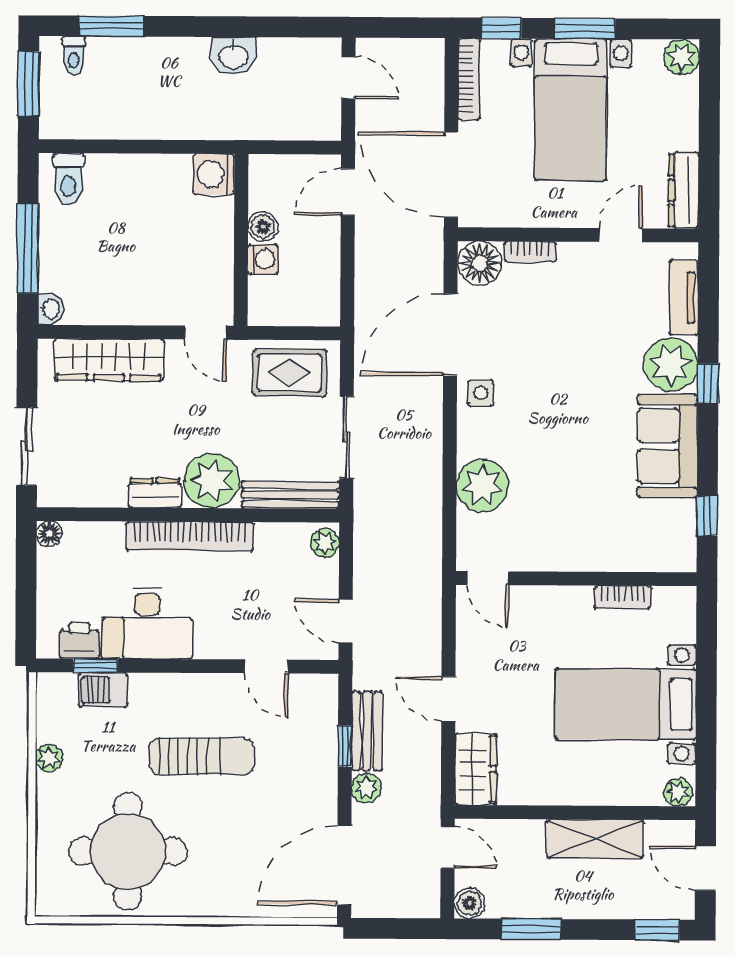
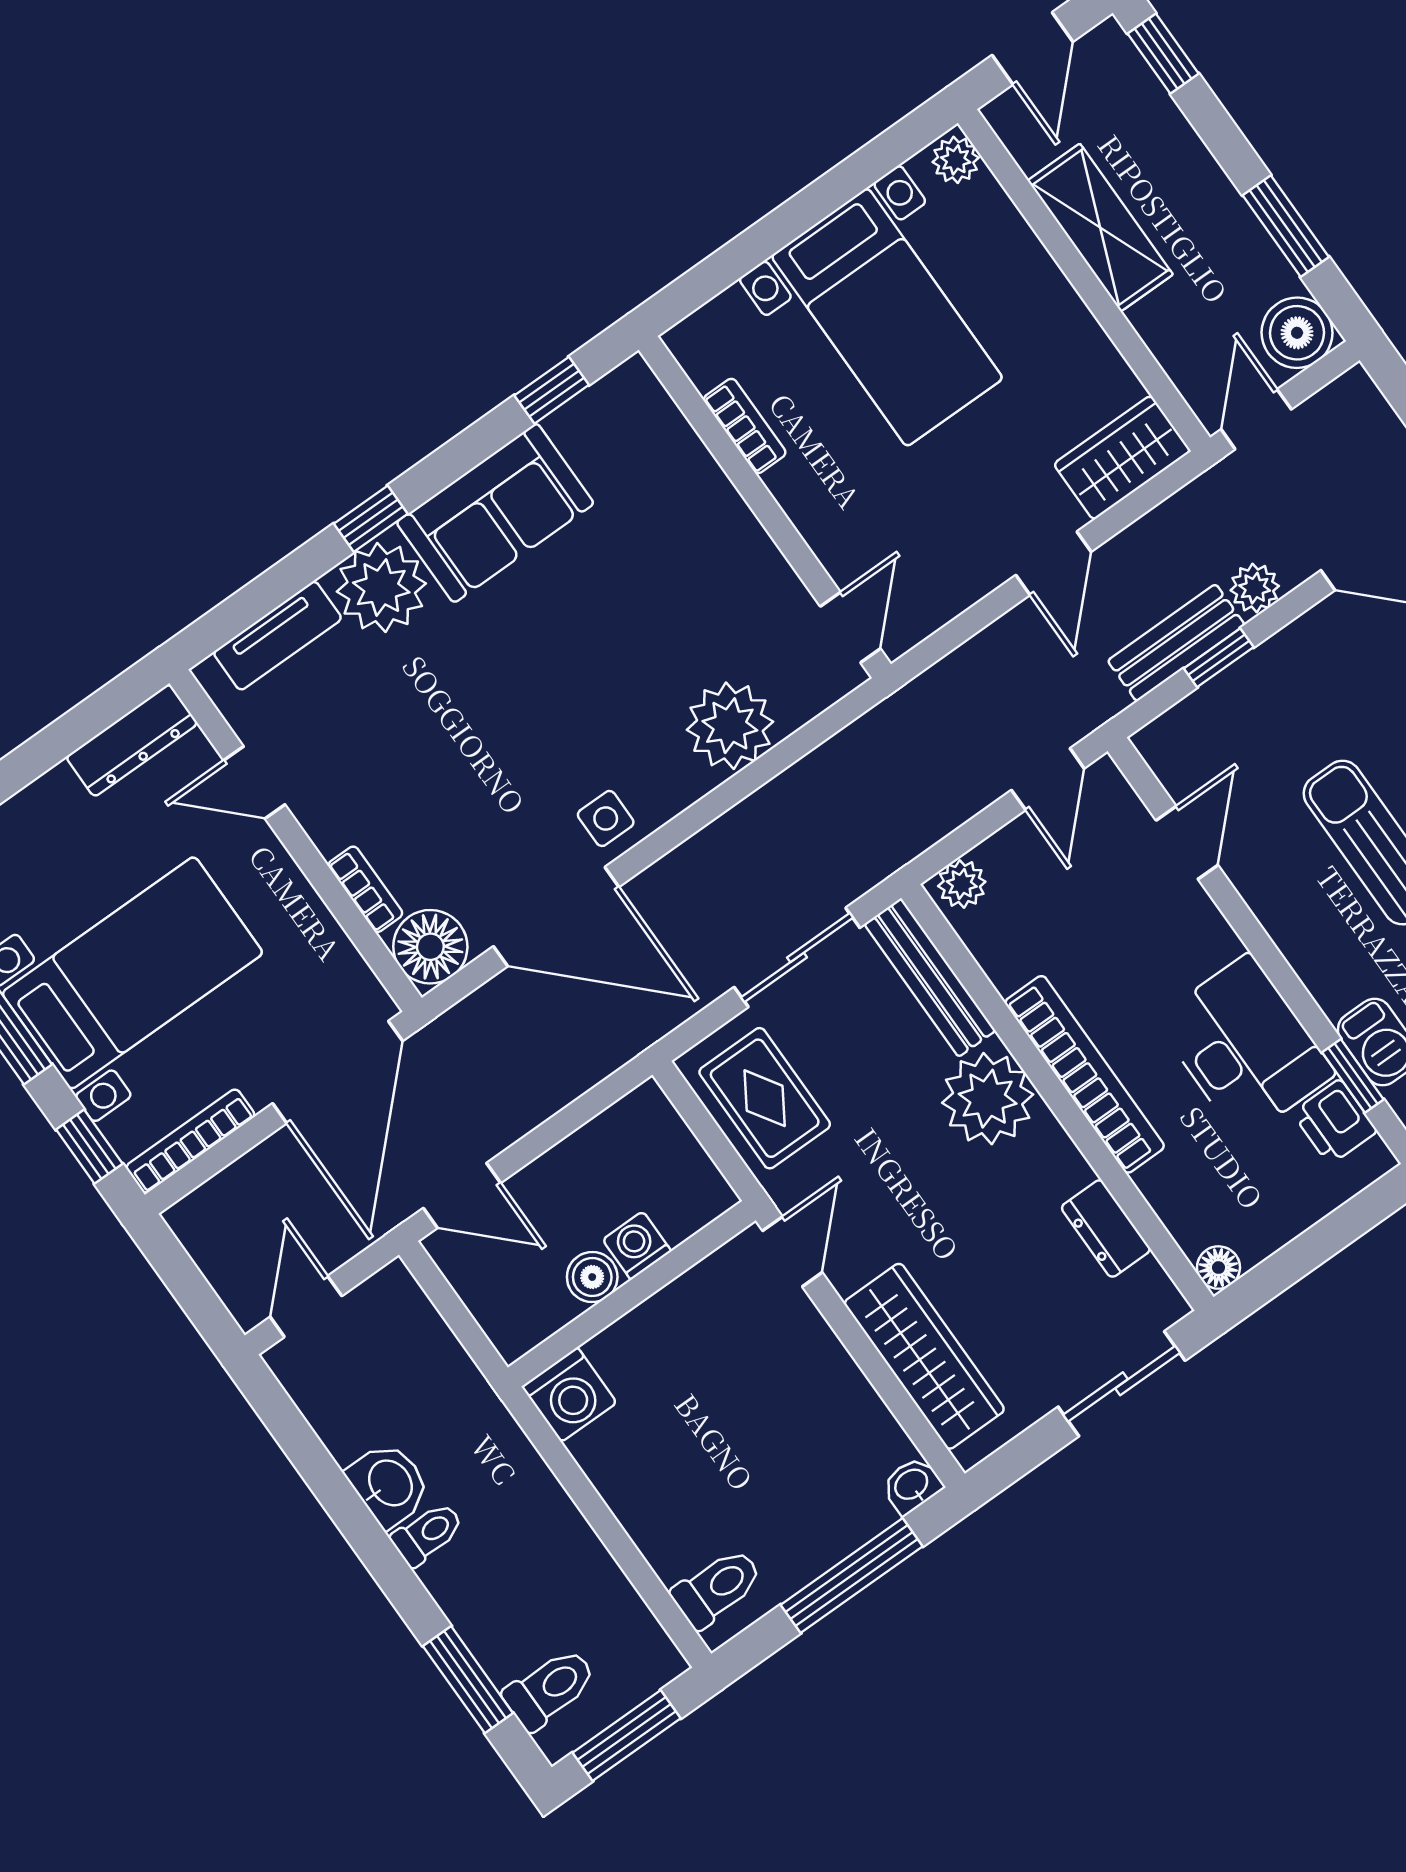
toilet: (74, 55) -> (550, 1689), width x1.37, depth x1.39
toilet: (196, 57) -> (427, 1534), added
dresser: (155, 493) -> (1106, 1229), moved
boiler: (470, 903) -> (1297, 333), width x1.36, depth x1.36

